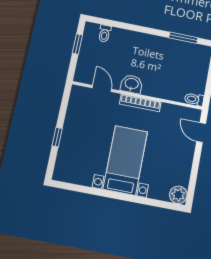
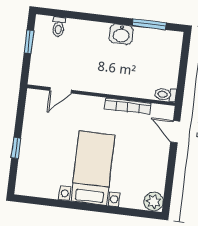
washbasin: (132, 84) -> (121, 34), moved, turned 180
door: (102, 88) -> (61, 90), swing flipped
bookcase: (140, 103) -> (128, 106), moved

